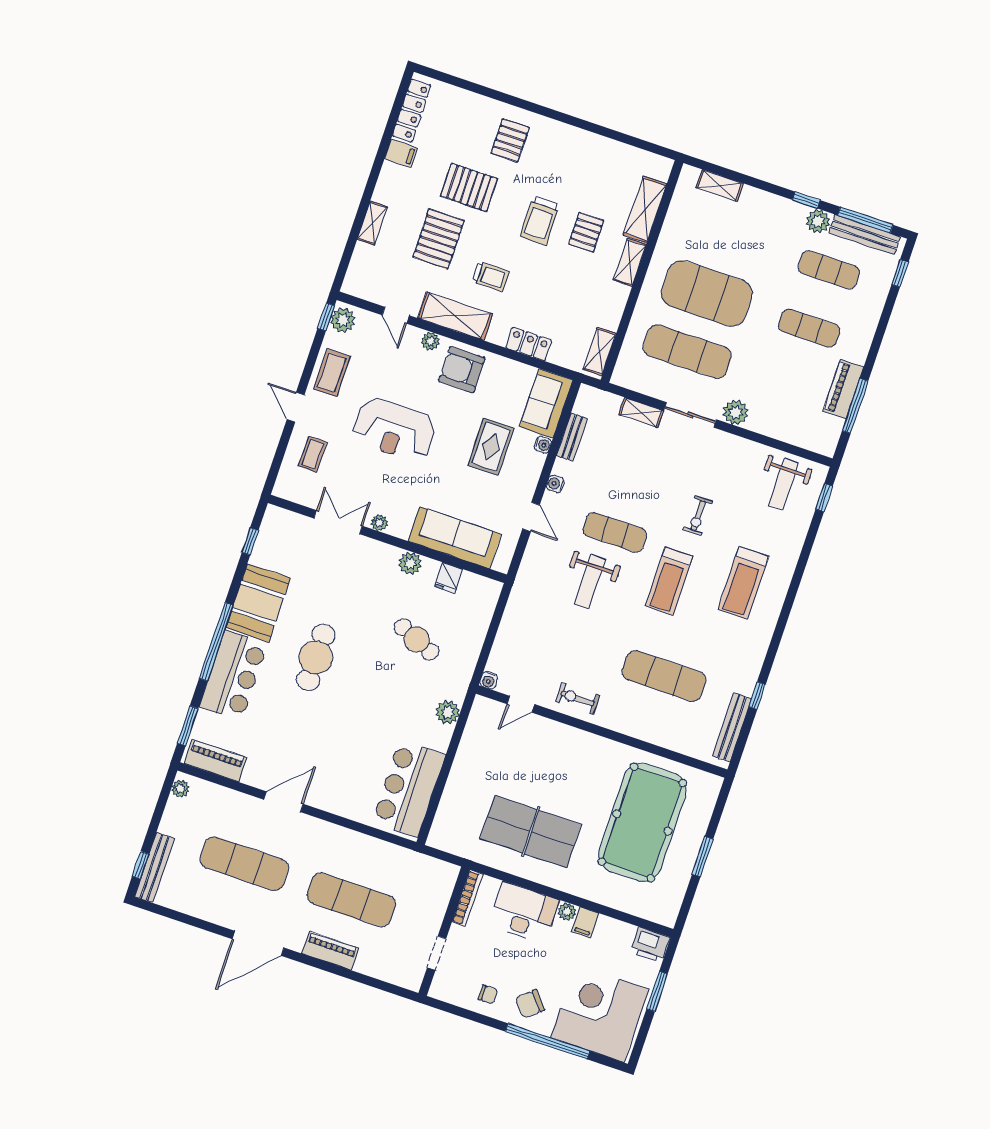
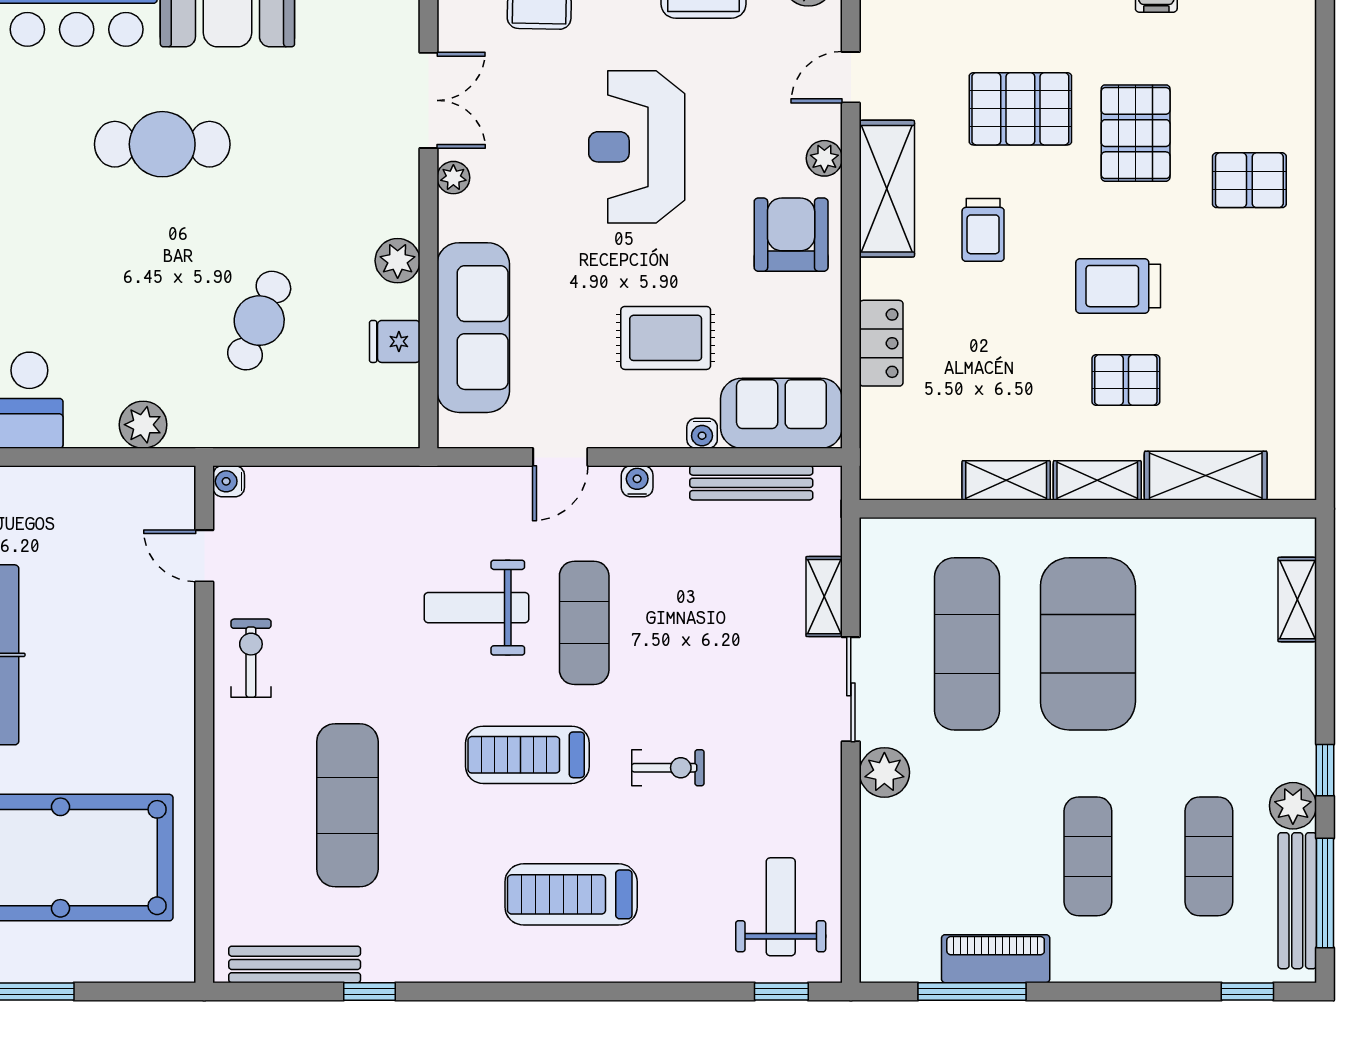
shelving: (600, 351) -> (1006, 480), moved
bench: (572, 437) -> (751, 483), width x1.36
weight bench: (783, 484) -> (781, 907), turned 90
exercise bike: (698, 516) -> (668, 768), turned 180

